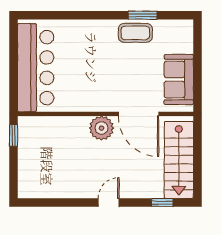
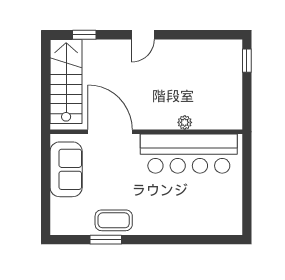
bar counter: (36, 68) -> (189, 154), moved, turned -90
plant: (101, 128) -> (185, 122), moved, width x0.53, depth x0.53
window: (13, 135) -> (247, 61), moved

